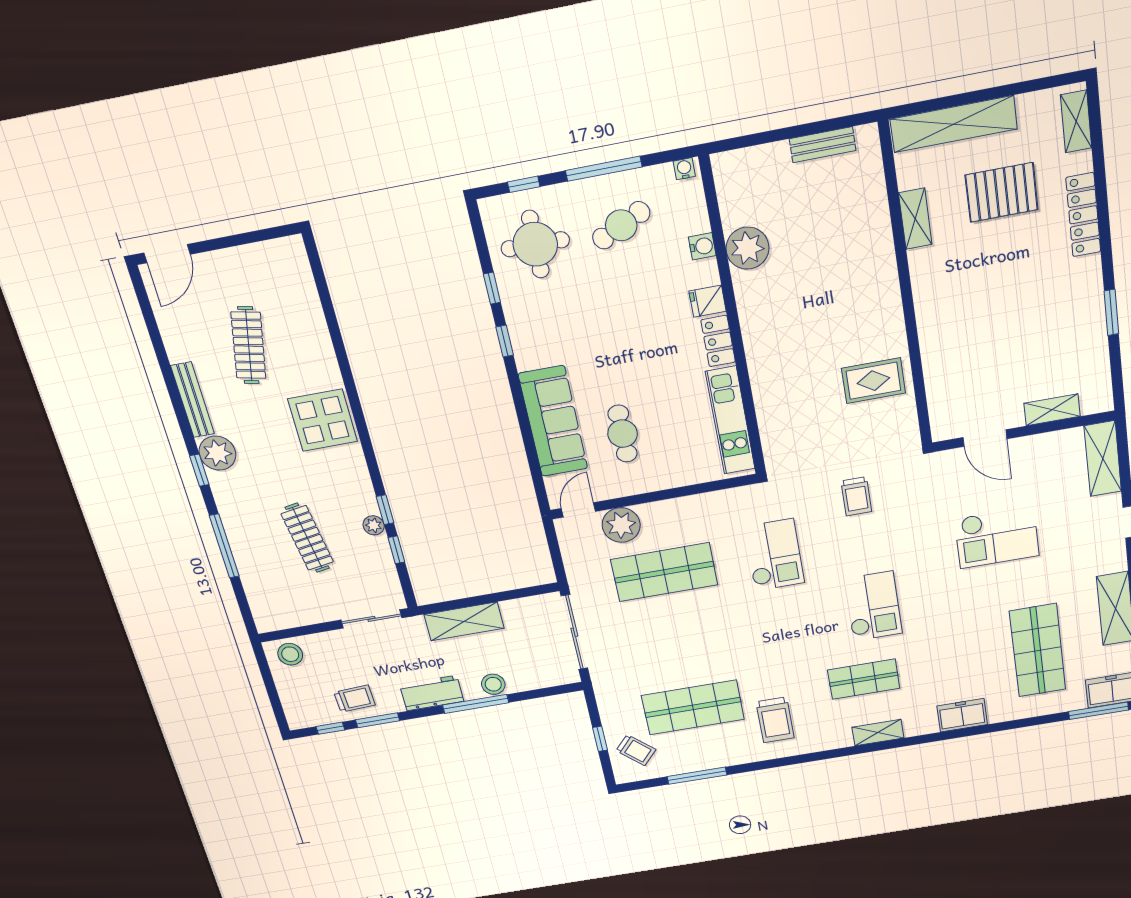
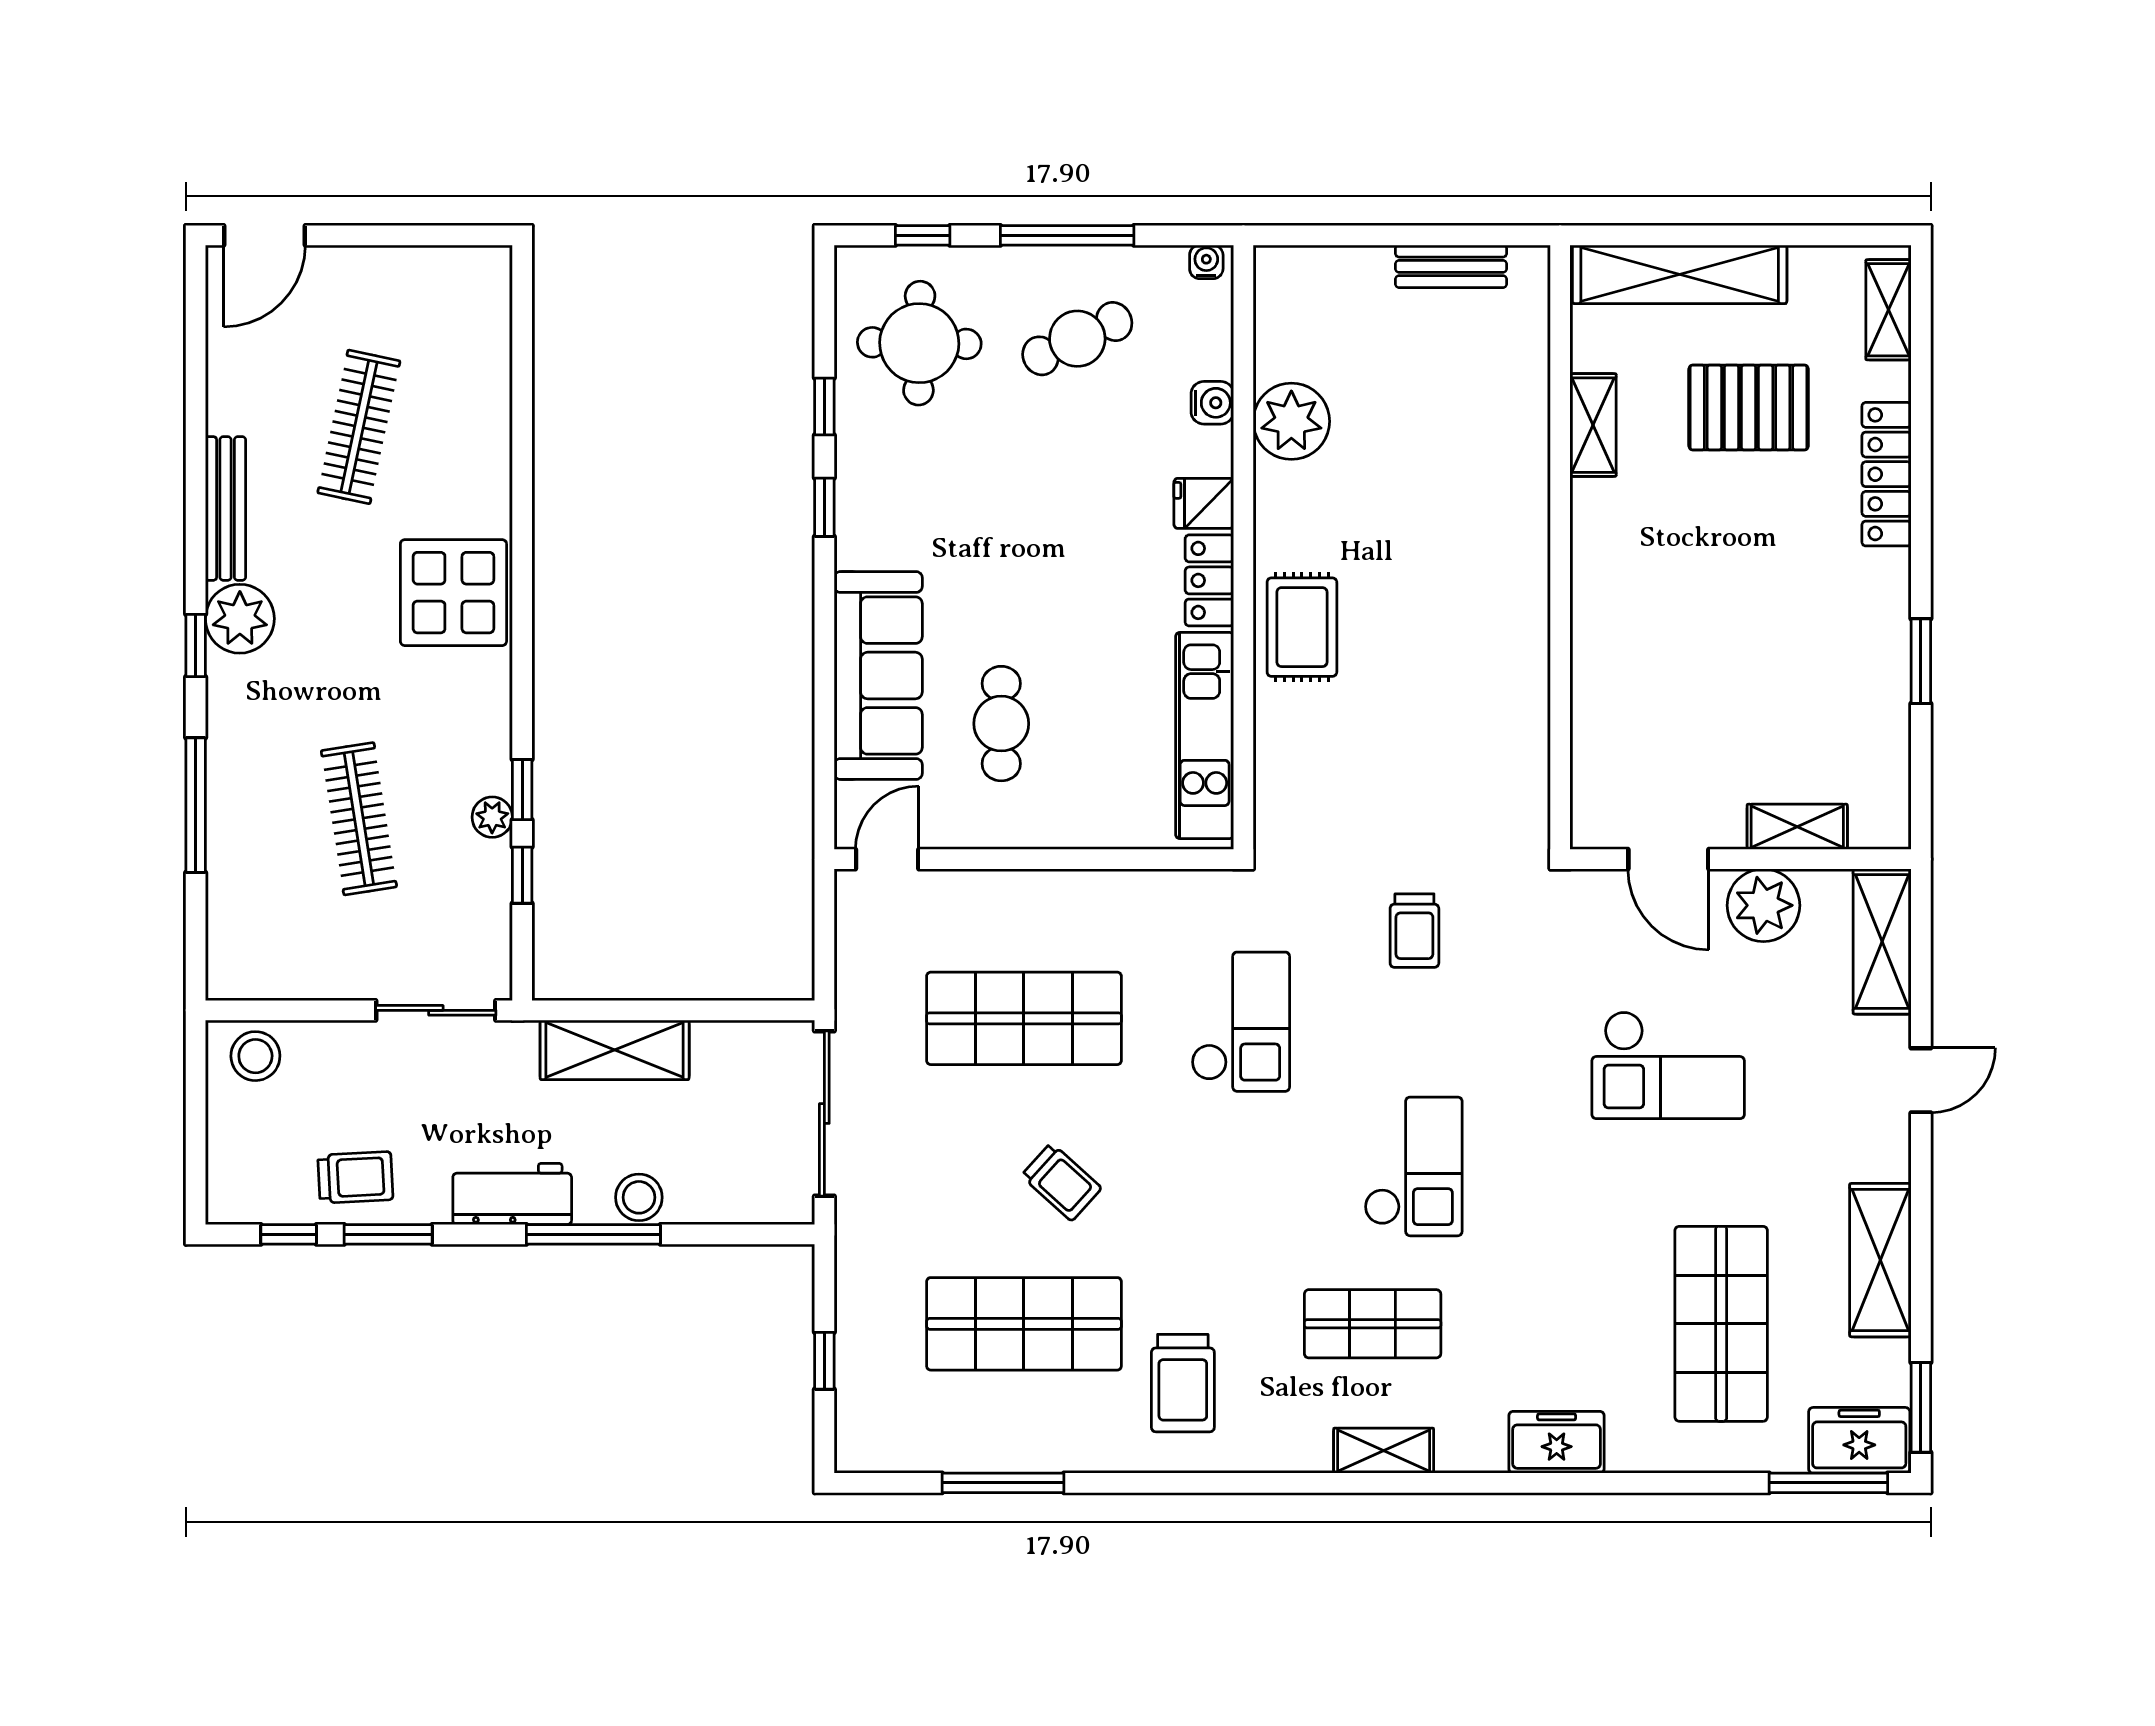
rug: (873, 381) -> (1302, 627), moved, turned 90
plant: (621, 525) -> (1763, 905), moved
trolley: (636, 750) -> (1061, 1182), moved

